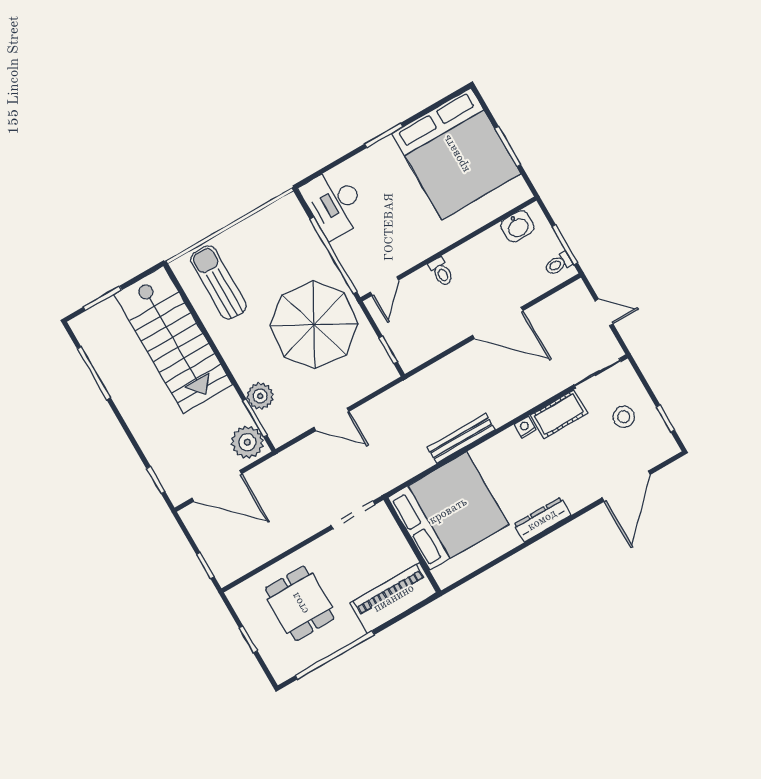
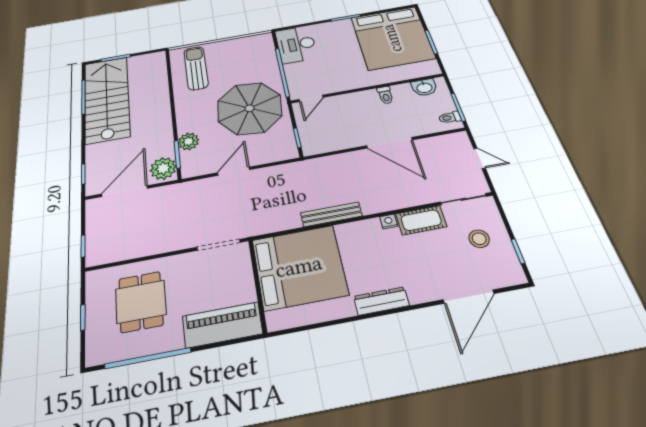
toilet: (441, 272) -> (385, 95), moved
stairs: (173, 340) -> (107, 99), moved, turned 180
door: (332, 419) -> (234, 171), swing flipped
door: (217, 486) -> (125, 191), swing flipped

